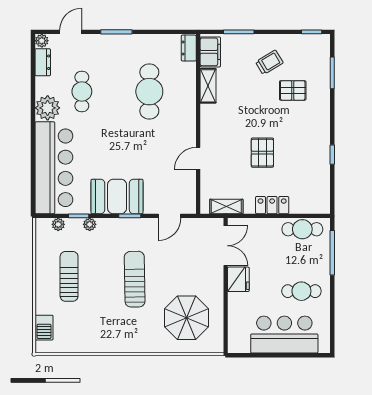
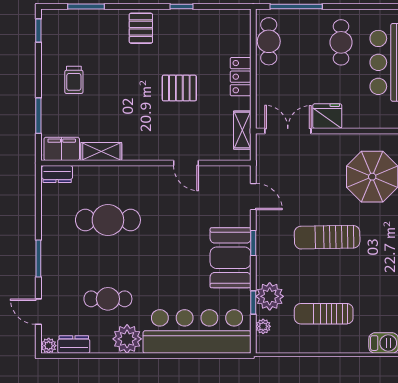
trolley: (269, 62) -> (74, 80), turned -149
pallet: (293, 90) -> (141, 28), moved
plant: (90, 224) -> (270, 296), width x1.88, depth x1.88

